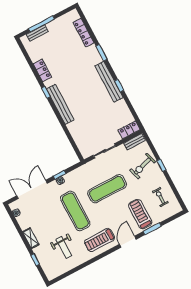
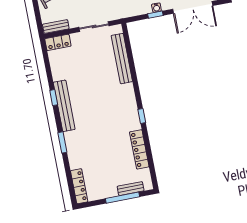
locker: (83, 33) -> (79, 186), moved
locker: (42, 70) -> (139, 149), width x1.53
bench: (60, 104) -> (122, 59), moved

